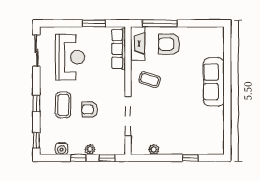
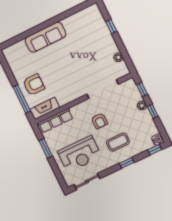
armchair: (169, 44) -> (34, 85), turned -90
reception desk: (70, 57) -> (80, 154), turned 180
coffee table: (150, 80) -> (67, 86), removed
armchair: (90, 110) -> (99, 121), moved
water cooler: (62, 149) -> (158, 140), moved

